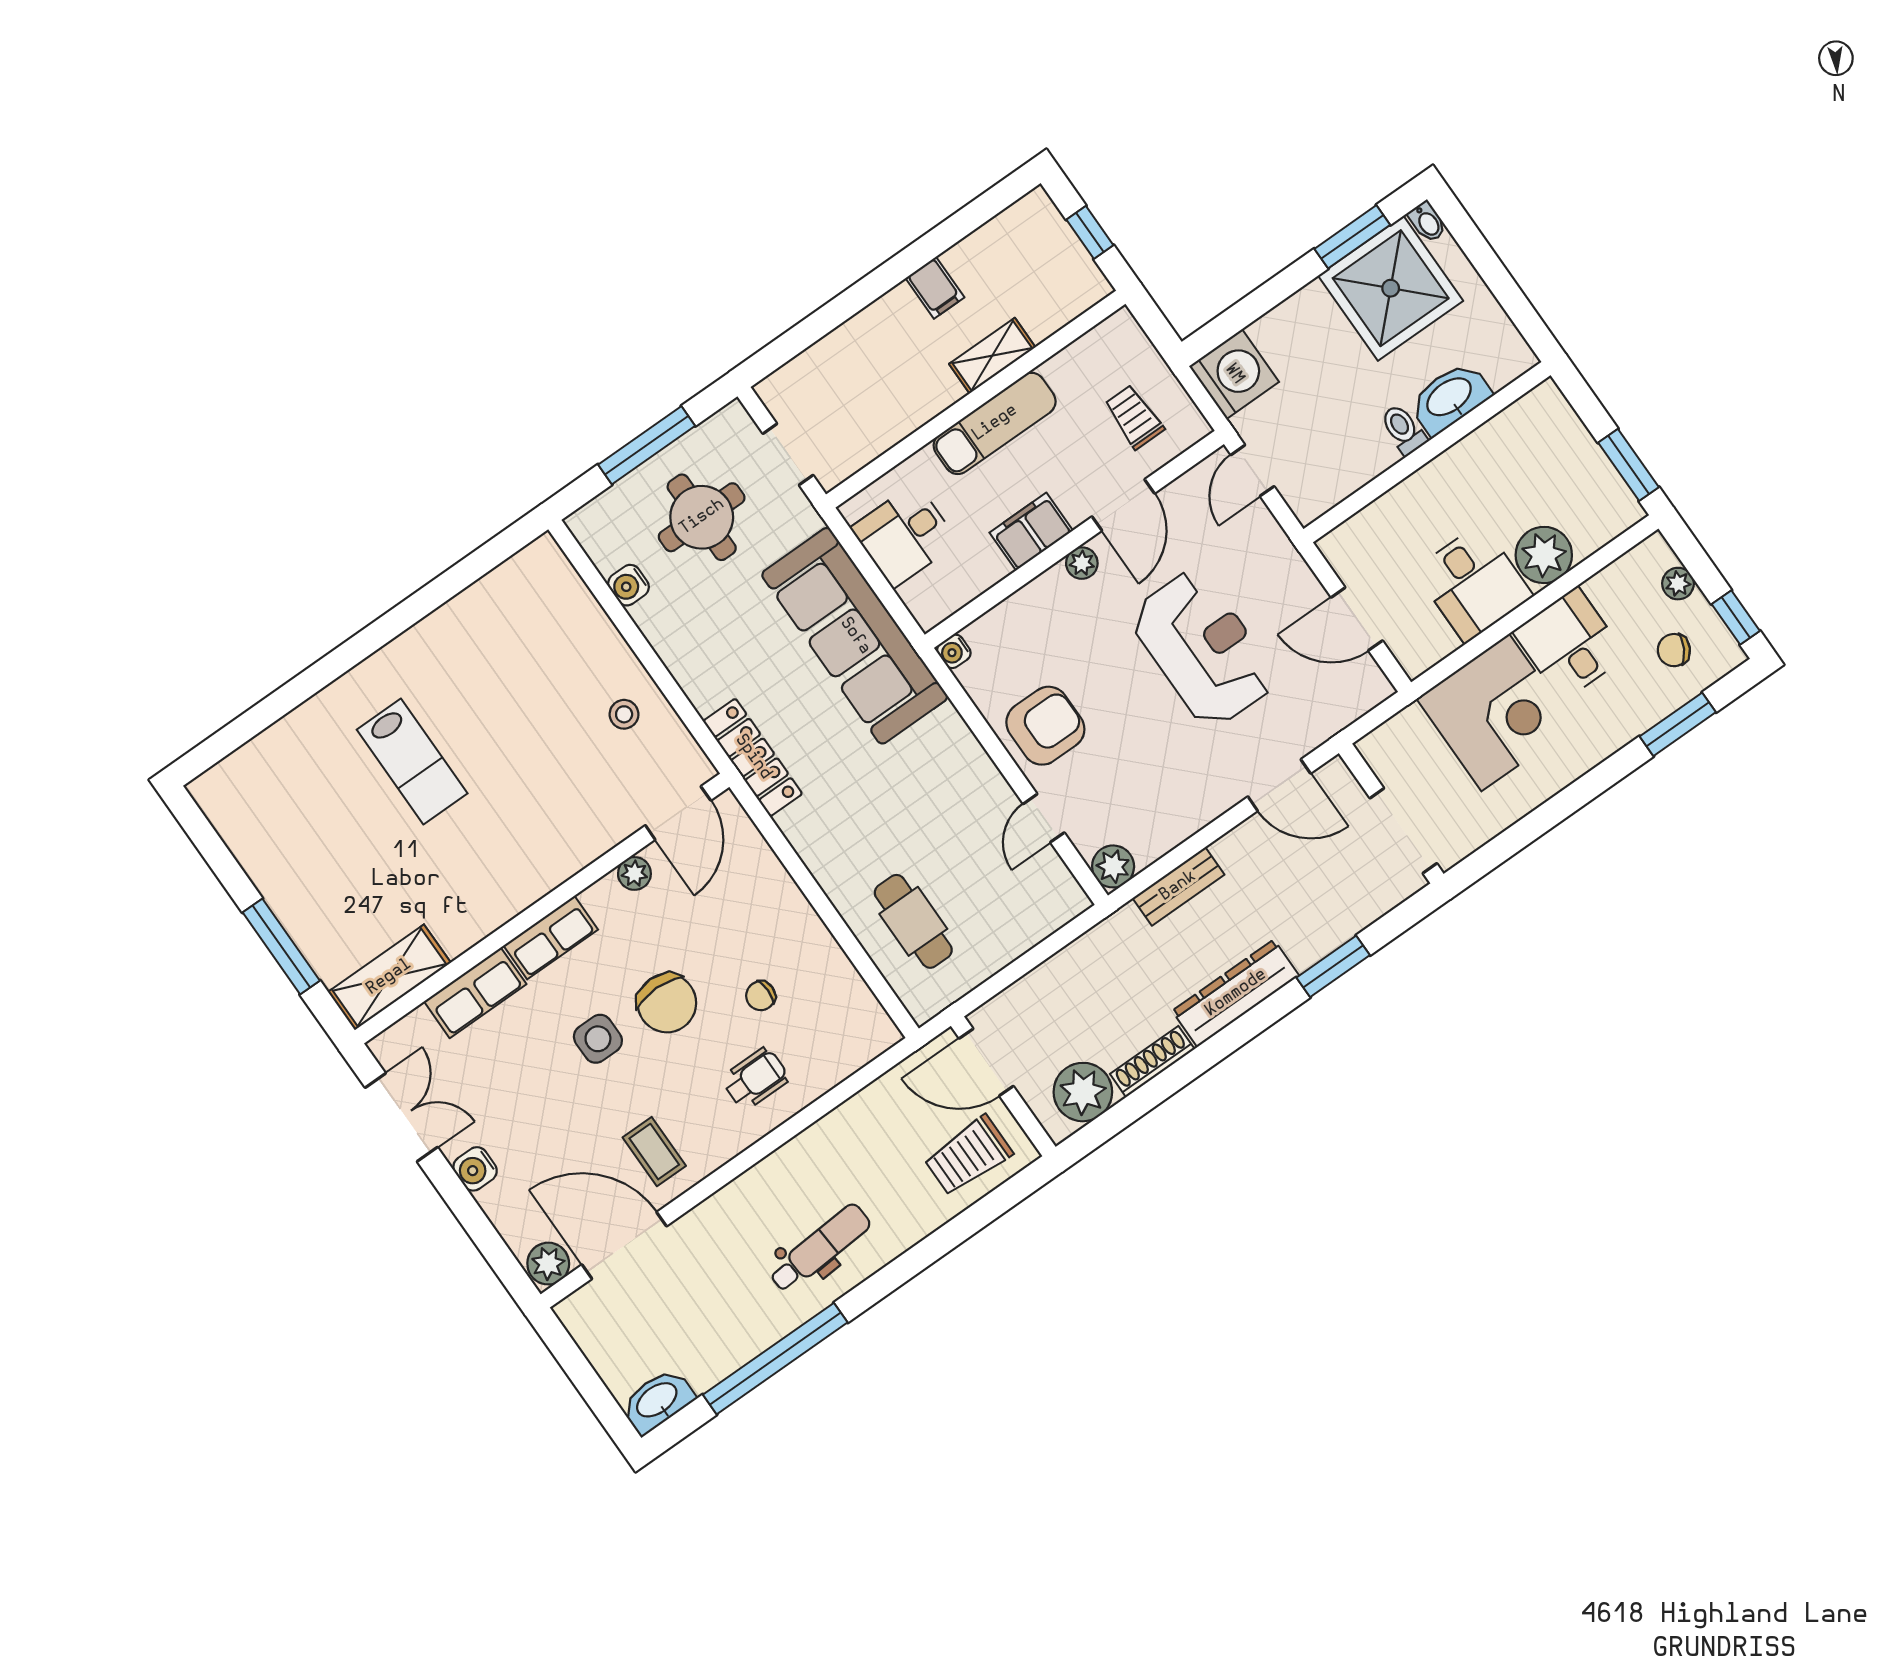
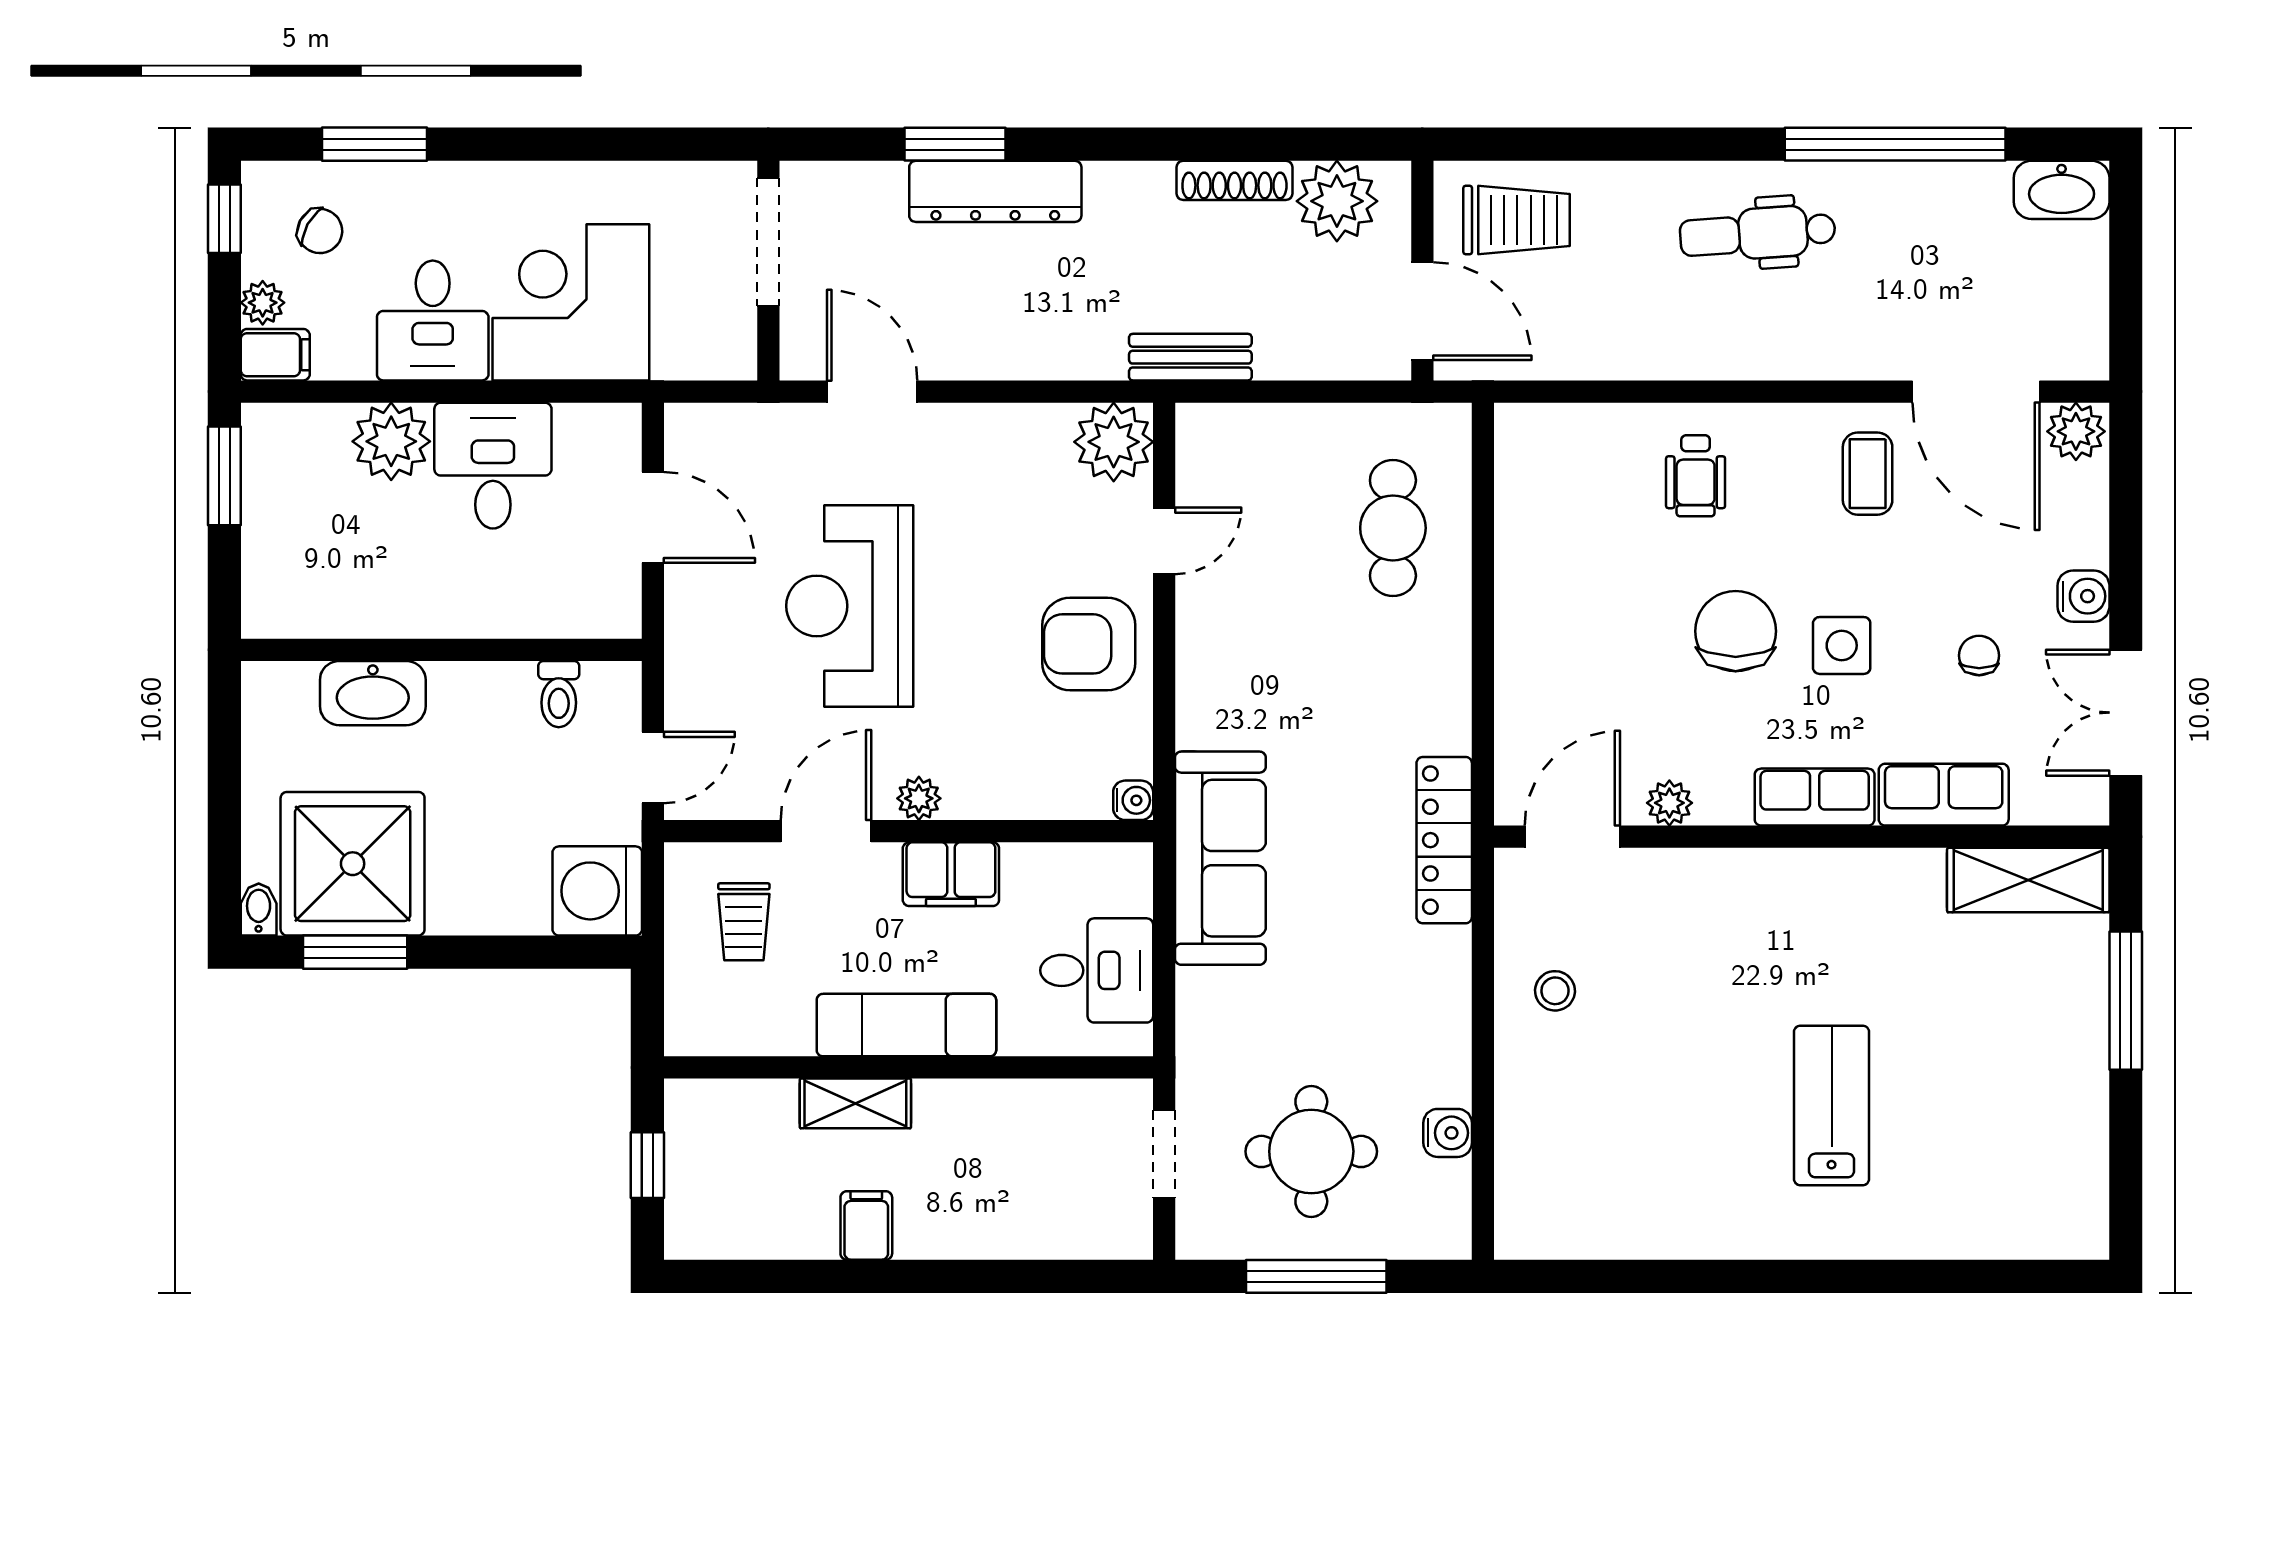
toilet: (1403, 430) -> (559, 694), moved
filing cabinet: (1649, 558) -> (275, 355), added
sofa: (855, 636) -> (1220, 858), width x0.74, depth x0.79
plant: (1113, 866) -> (1114, 442), width x1.36, depth x1.36
bench: (1178, 886) -> (1190, 357), moved
dresser: (1236, 993) -> (995, 191), moved
chair: (761, 996) -> (1979, 656), moved, turned -90
wheelchair: (755, 1079) -> (1696, 476), turned -90

